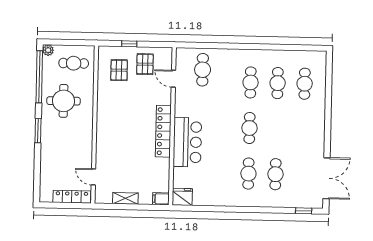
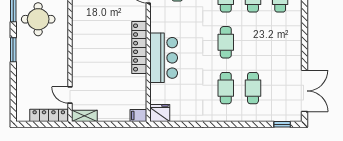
shelving: (125, 198) -> (84, 116), moved

